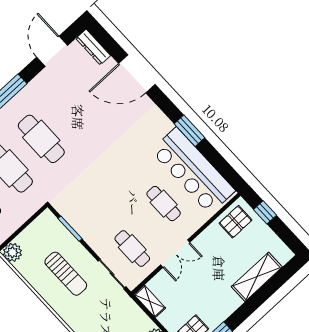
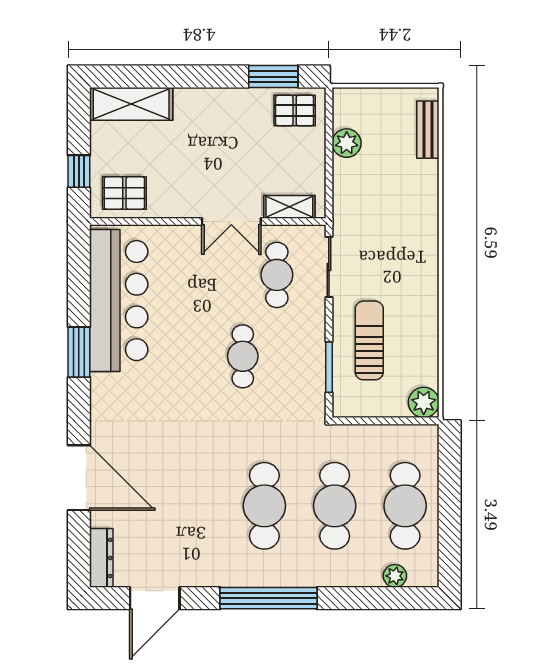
cafe table: (164, 204) -> (243, 356), moved
double door: (175, 254) -> (231, 221), swing flipped
sun lounger: (66, 274) -> (369, 340), moved
shelving: (257, 277) -> (131, 104), moved
shelving: (150, 301) -> (289, 207), moved, turned 90

